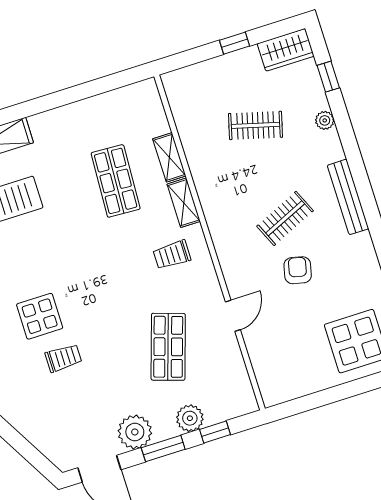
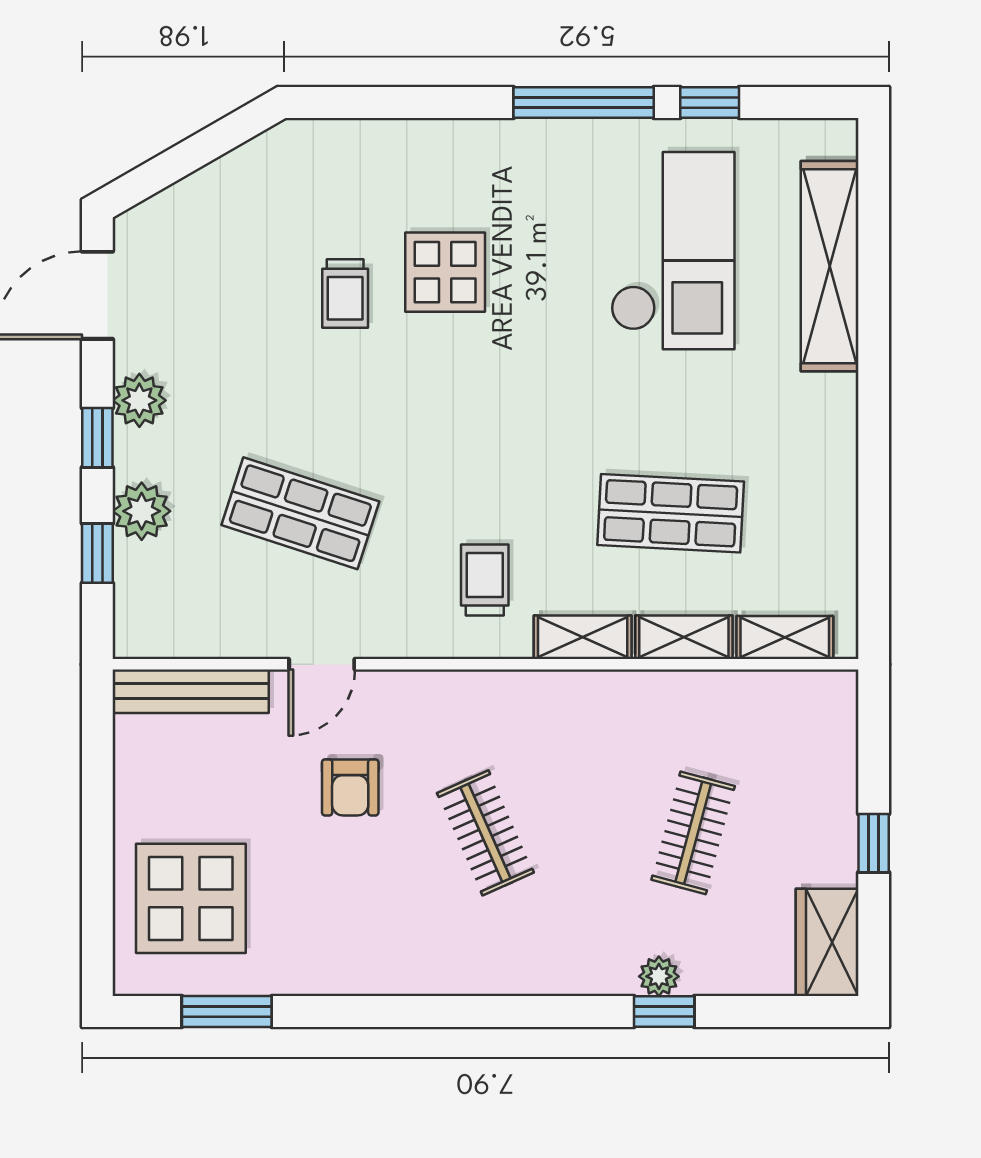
window: (328, 77) -> (664, 1012), moved
shelving: (155, 112) -> (785, 637), added
bench: (348, 197) -> (191, 691), moved
armchair: (298, 270) -> (350, 787), moved, turned 77
door: (233, 316) -> (322, 664), hinge flipped
plant: (135, 432) -> (139, 400), width x0.73, depth x0.73
window: (163, 448) -> (97, 438), width x0.67

